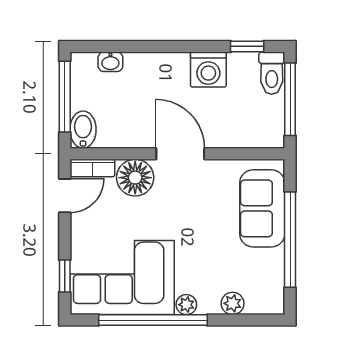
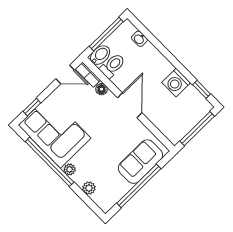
toilet: (272, 73) -> (113, 66), moved, turned 180
floor lamp: (135, 178) -> (101, 89), width x0.53, depth x0.53

